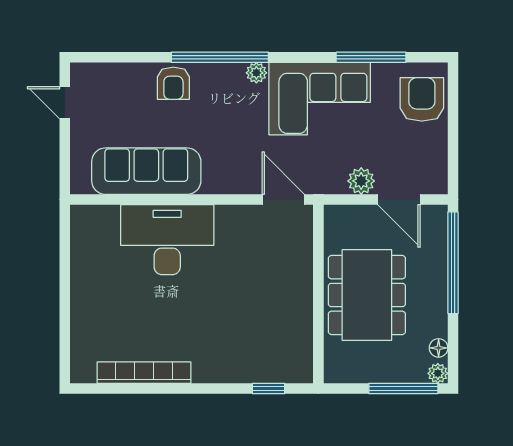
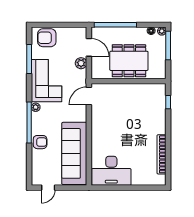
sofa: (146, 171) -> (74, 153), width x1.36, depth x1.27
door: (399, 200) -> (89, 47), hinge flipped
desk: (167, 240) -> (111, 171), moved, turned -90

